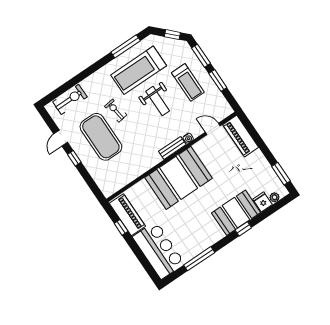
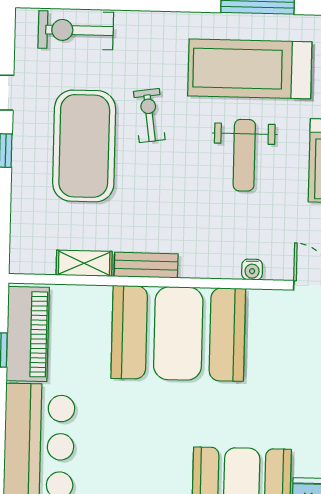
exercise bike: (70, 99) -> (76, 30), turned 180
bench: (172, 148) -> (146, 265), moved
shelving: (129, 177) -> (84, 263), added

